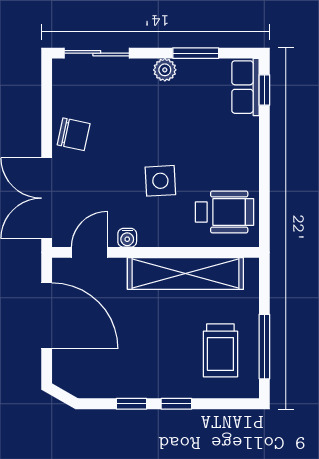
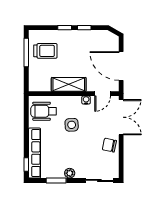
row of seats: (245, 87) -> (34, 153), width x2.02
shelving: (185, 274) -> (69, 84), width x0.68
trolley: (220, 350) -> (45, 51), turned 90

